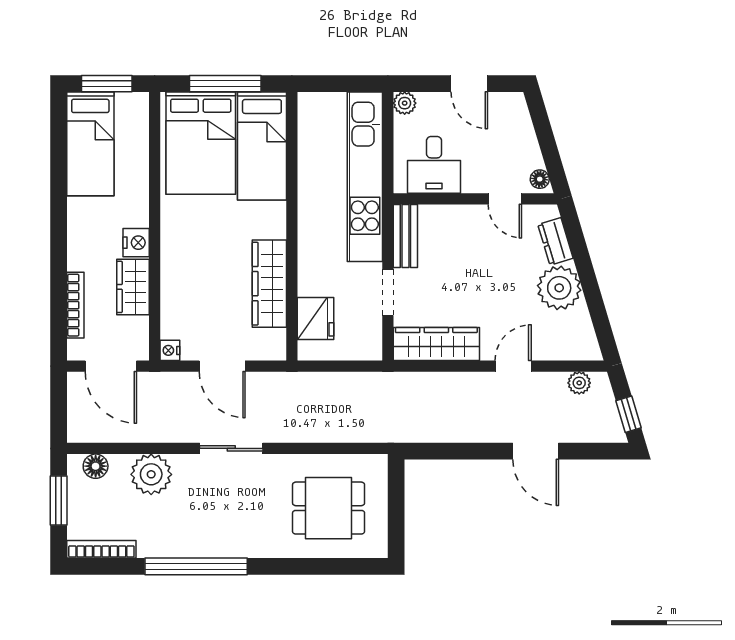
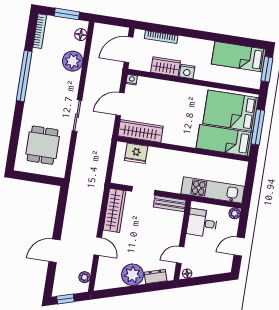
kitchen unit: (365, 177) -> (213, 190), width x0.73
wardrobe: (269, 284) -> (140, 131), moved
sliding door: (231, 448) -> (77, 116), moved

